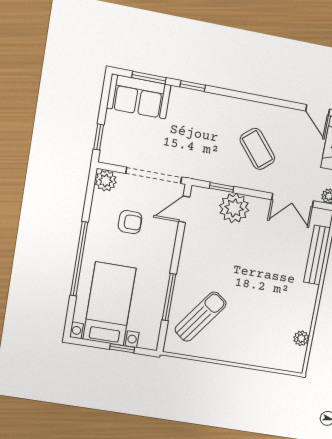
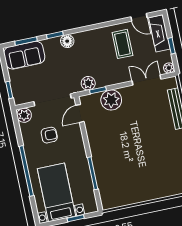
floor lamp: (206, 102) -> (67, 41), added
coffee table: (257, 149) -> (122, 44), moved, turned 40
plant: (212, 172) -> (88, 83), added
double door: (293, 200) -> (146, 80), swing flipped
sun lounger: (201, 317) -> (118, 178), removed

